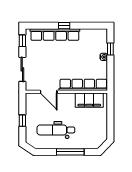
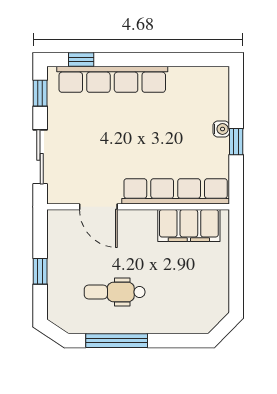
window: (64, 26) -> (81, 60), moved
window: (110, 49) -> (236, 142), moved
dental chair: (56, 130) -> (115, 292), width x0.73, depth x0.72
window: (70, 152) -> (117, 341), moved

